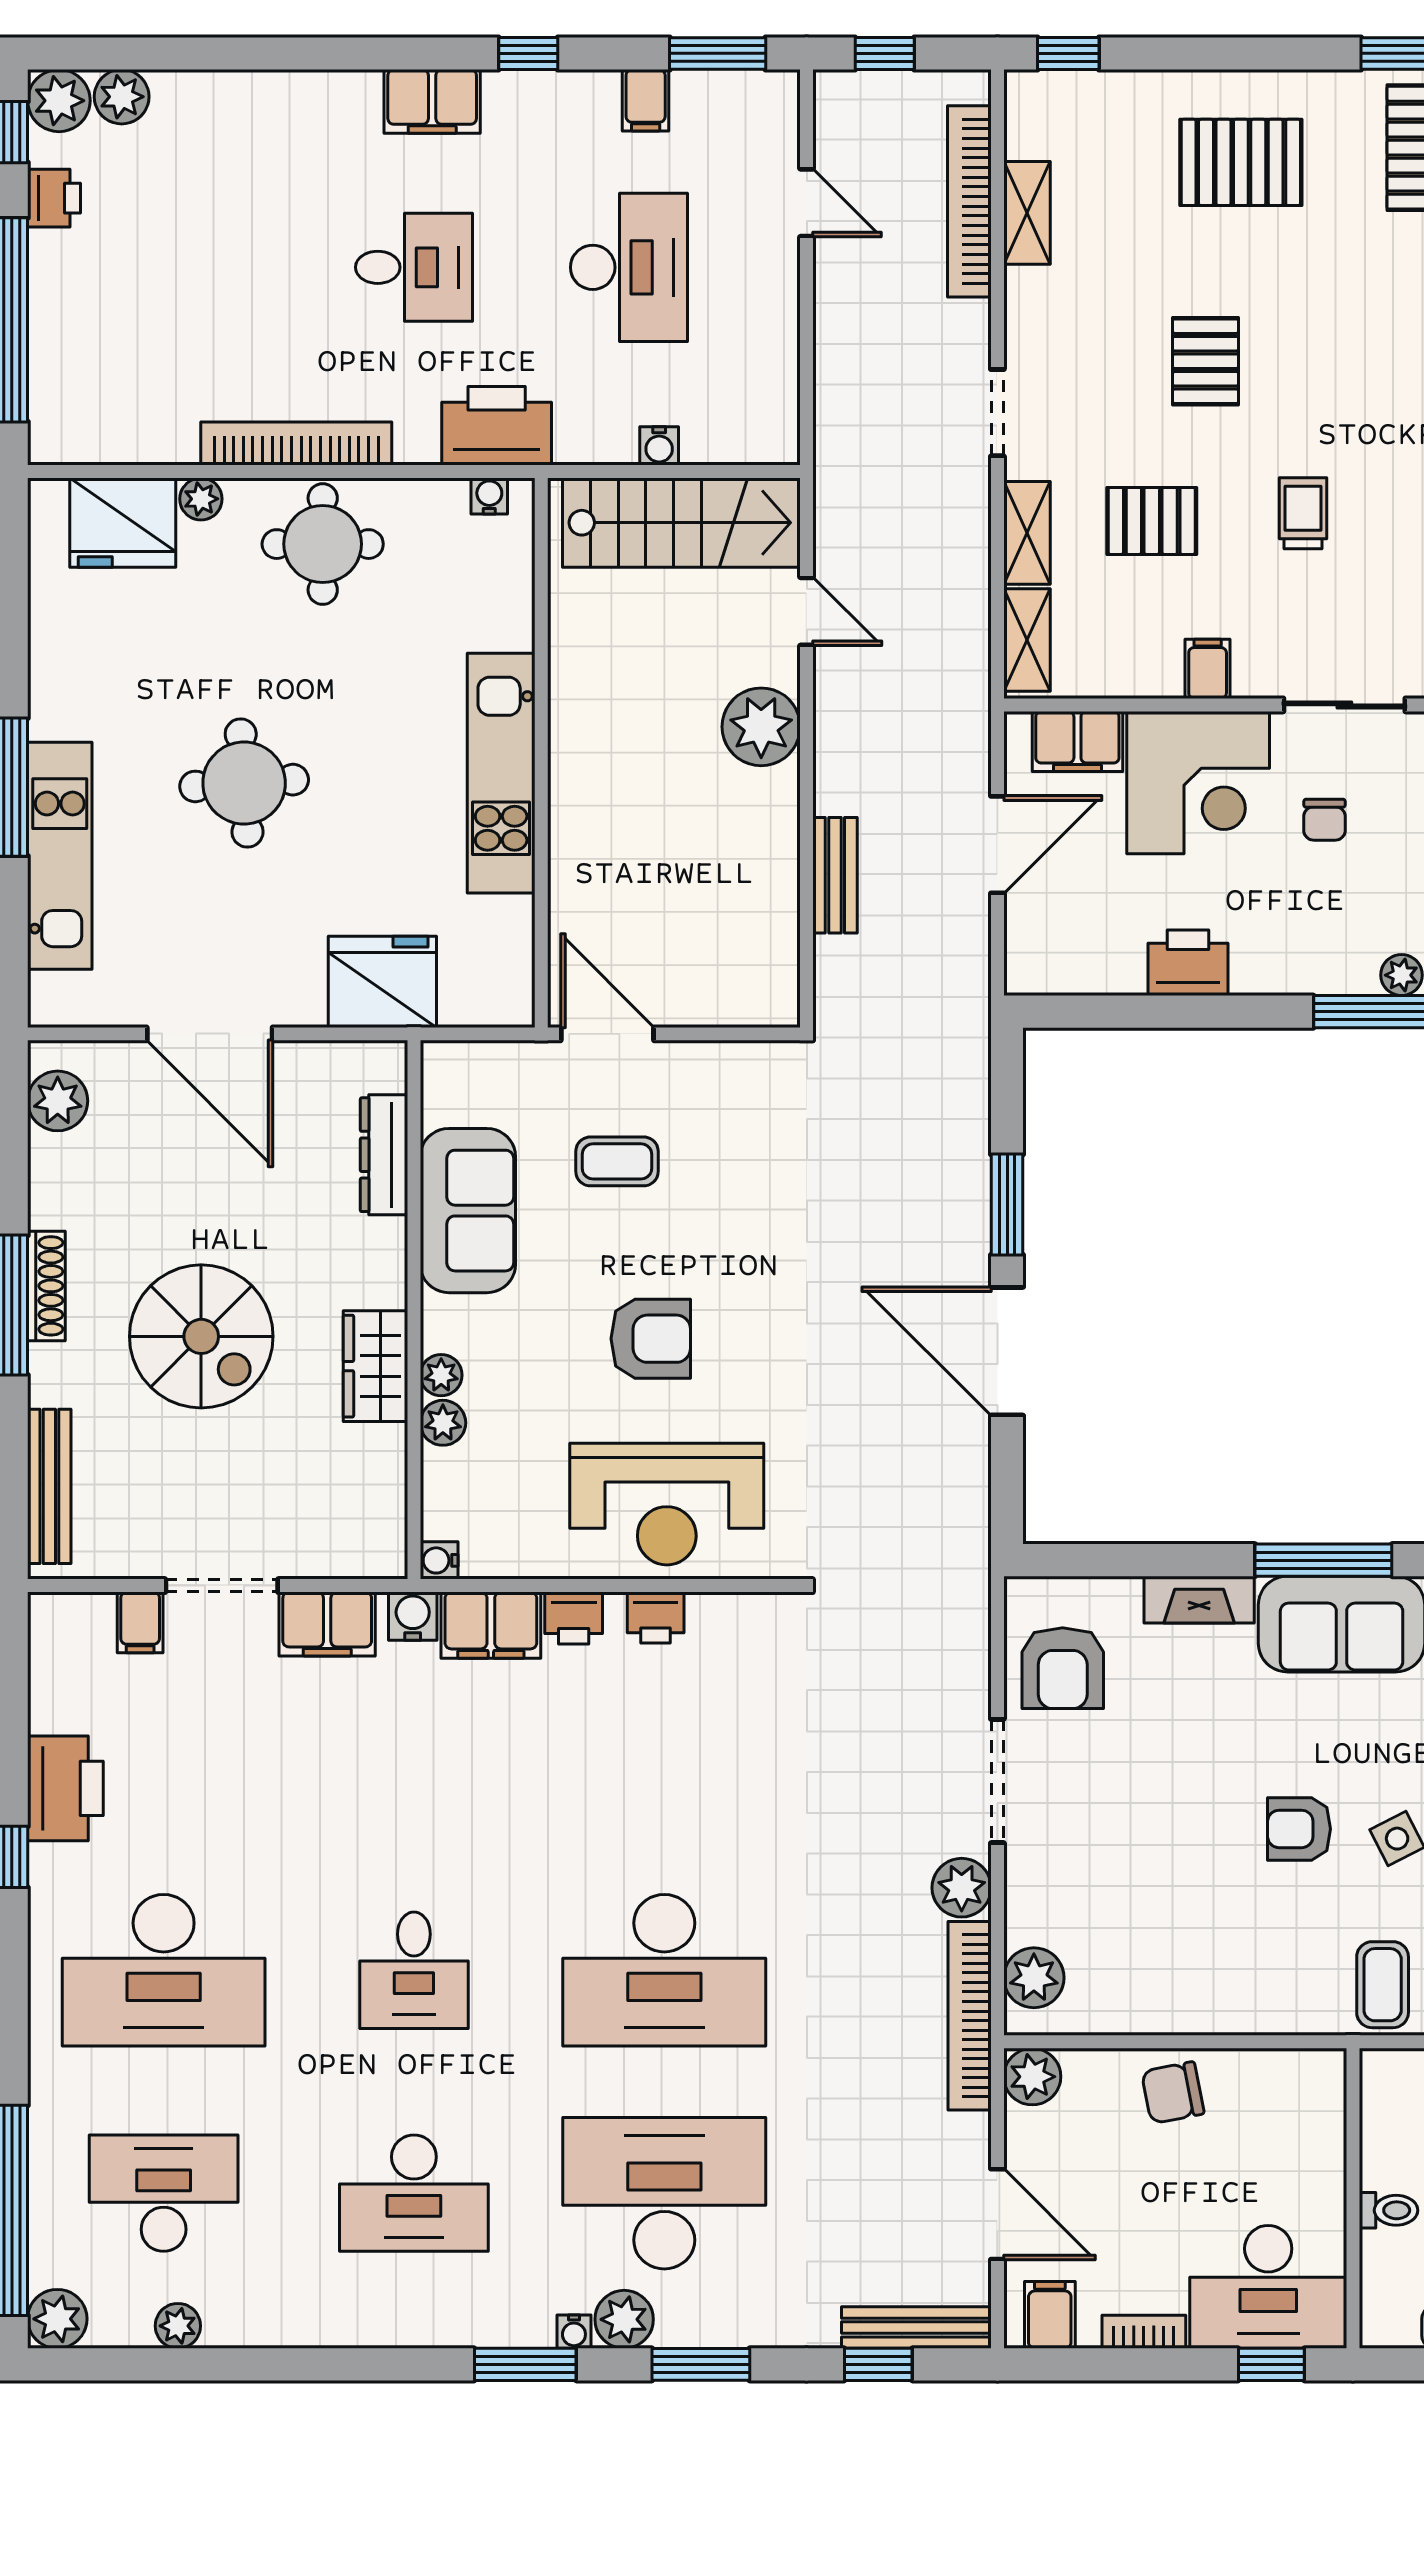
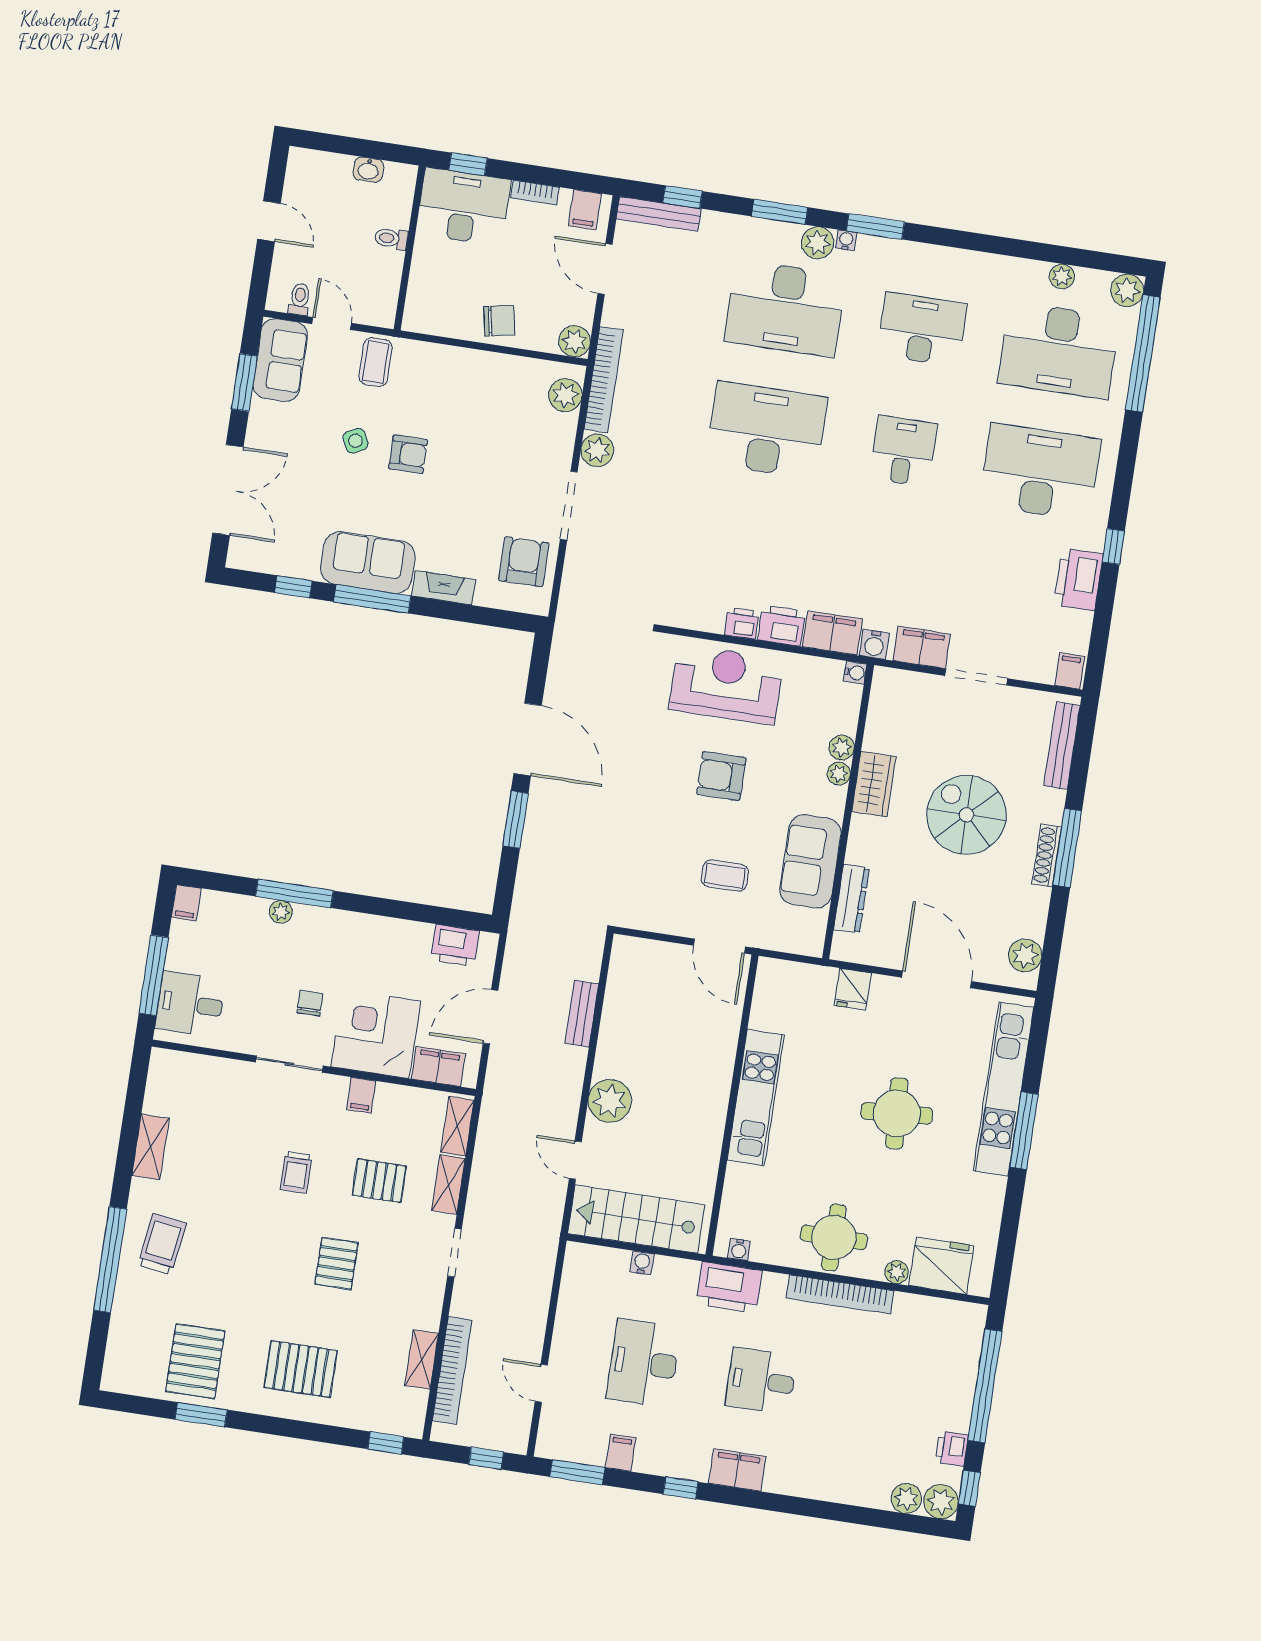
kitchen unit: (60, 856) -> (1004, 1089), width x1.36
printer: (1188, 963) -> (455, 945), moved
fridge: (382, 982) -> (853, 989), width x0.53, depth x0.75
printer: (574, 1618) -> (781, 626), width x1.36, depth x1.24
filing cabinet: (140, 1622) -> (1070, 671), moved
desk: (164, 2193) -> (1059, 350), width x1.36, depth x1.30

